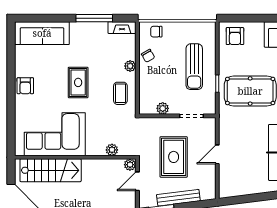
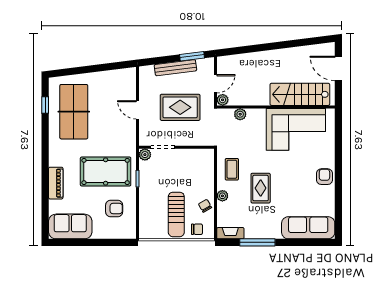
armchair: (235, 36) -> (114, 209), moved, turned 90
sun lounger: (194, 67) -> (176, 214), moved, turned 180
rug: (78, 82) -> (261, 188), moved
plant: (163, 108) -> (145, 155), moved
door: (217, 154) -> (138, 110), swing flipped
rug: (174, 157) -> (180, 107), turned 90

